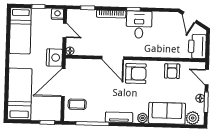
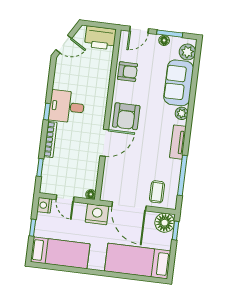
door: (65, 30) -> (65, 198), swing flipped
armchair: (136, 74) -> (126, 116), turned 180
floor lamp: (53, 113) -> (165, 223), added

